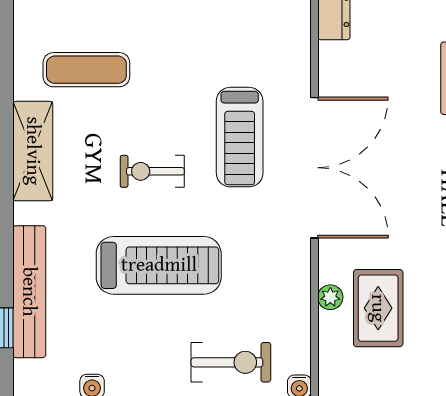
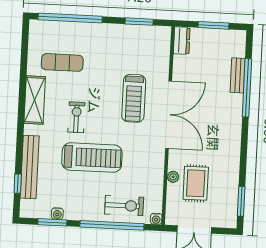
exercise bike: (152, 171) -> (76, 117), moved, turned 90

